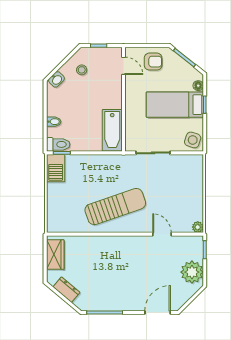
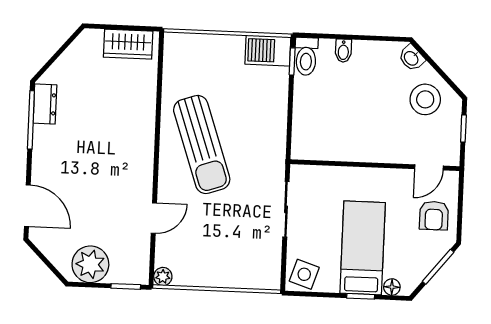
stool: (82, 70) -> (425, 99), width x1.89, depth x1.89
bathtub: (112, 130) -> (326, 145), removed
dresser: (66, 290) -> (45, 104), moved, turned -40

